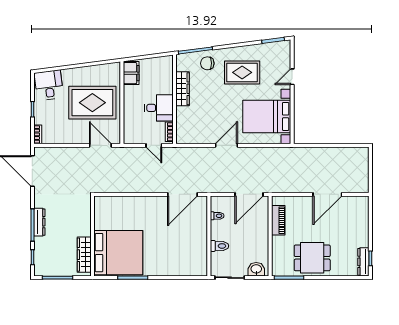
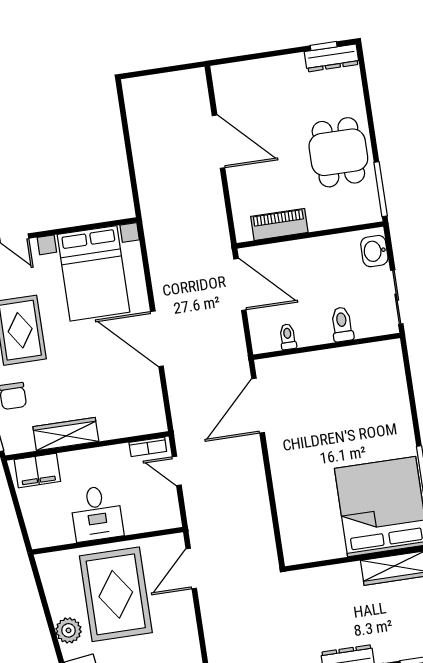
filing cabinet: (131, 73) -> (37, 471), moved, turned 180
plant: (77, 74) -> (69, 630), added
desk: (159, 108) -> (97, 513), moved, turned 180
door: (154, 145) -> (177, 471), swing flipped
door: (227, 145) -> (157, 339), width x1.36
door: (182, 194) -> (258, 406), swing flipped

